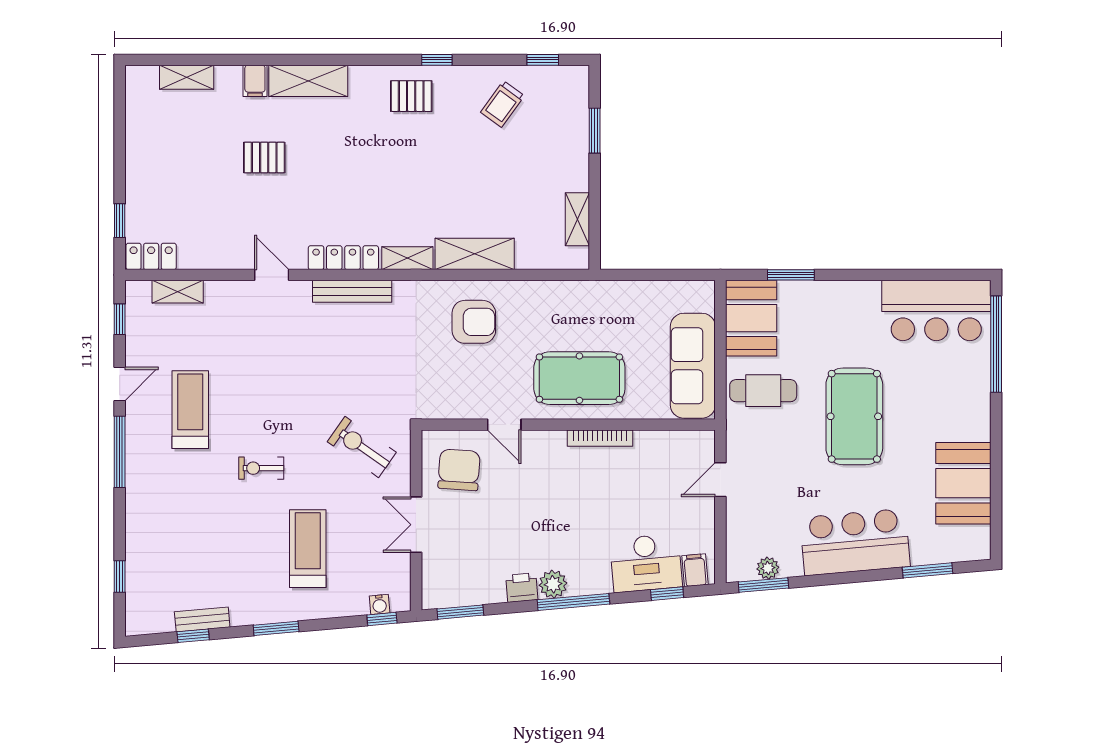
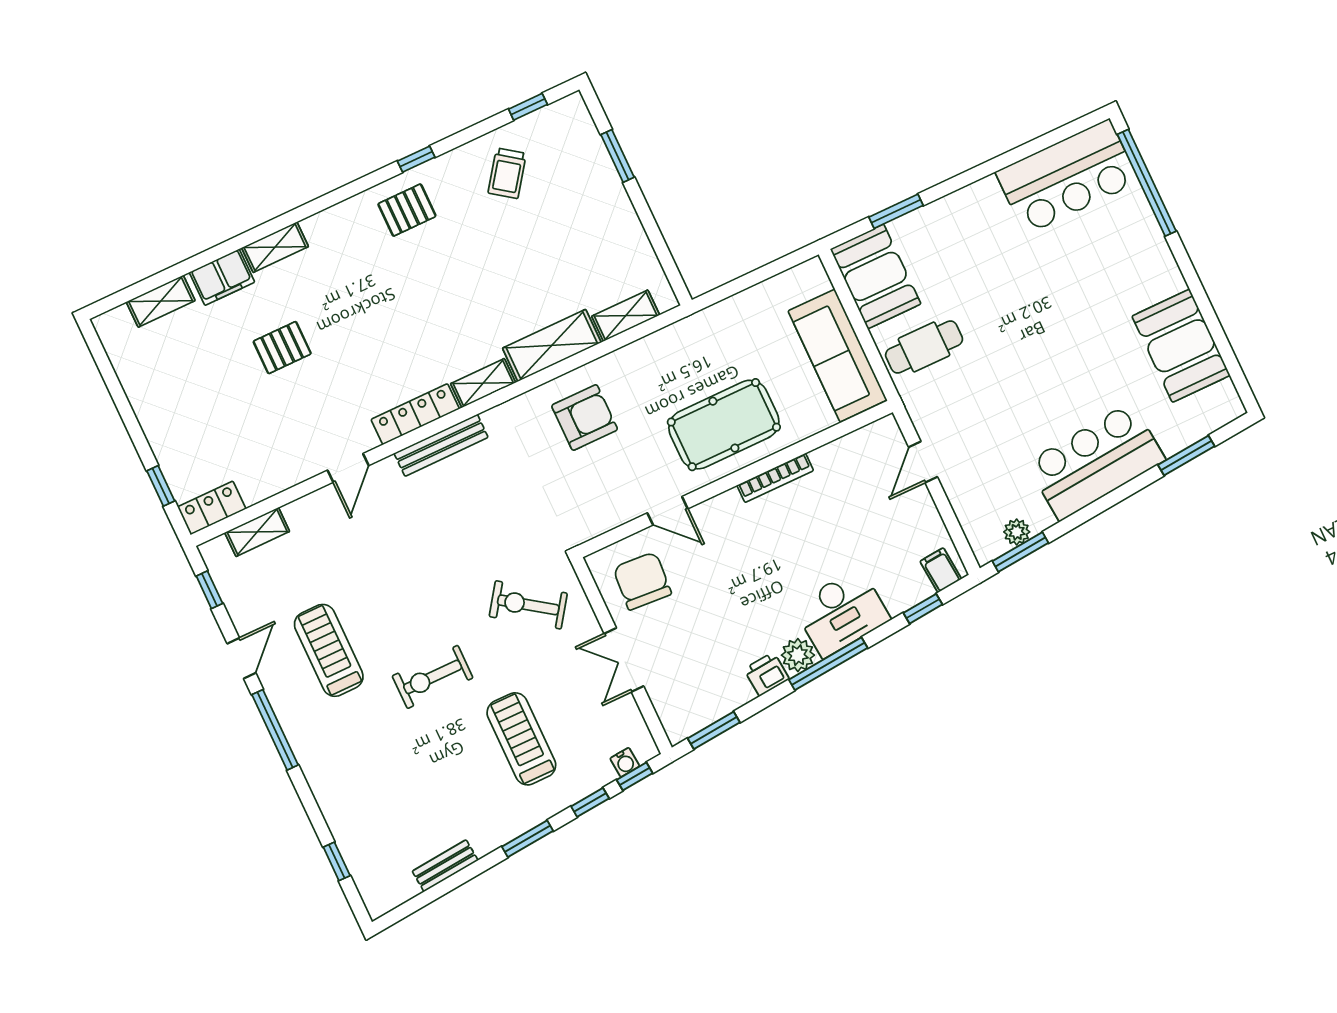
filing cabinet: (255, 81) -> (222, 277), width x2.00
shelving: (308, 81) -> (275, 247), width x0.67, depth x0.75
shelving: (577, 219) -> (626, 316), moved, turned 90
door: (272, 275) -> (348, 468), swing flipped
pool table: (854, 416) -> (1033, 329), removed
exercise bike: (261, 468) -> (433, 677), width x1.38, depth x1.39
desk: (646, 563) -> (842, 613), moved
window: (193, 636) -> (590, 802), moved

